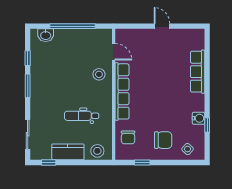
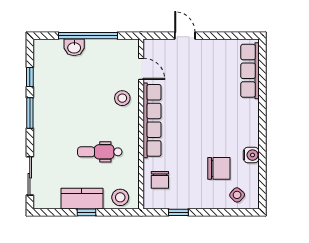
door: (162, 26) -> (185, 36), moved
washbasin: (46, 35) -> (74, 47), moved
row of seats: (198, 72) -> (250, 71), moved
window: (207, 125) -> (262, 164), removed
chair: (163, 140) -> (219, 168), moved
window: (49, 162) -> (87, 212), moved

